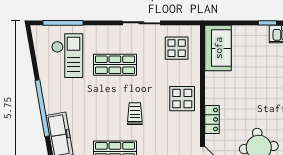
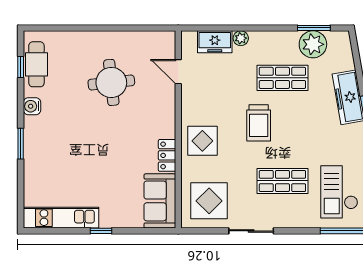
display table: (177, 48) -> (209, 201), width x1.36, depth x1.36
trolley: (135, 114) -> (259, 123), width x1.36, depth x1.39
locker: (212, 119) -> (167, 155), moved

